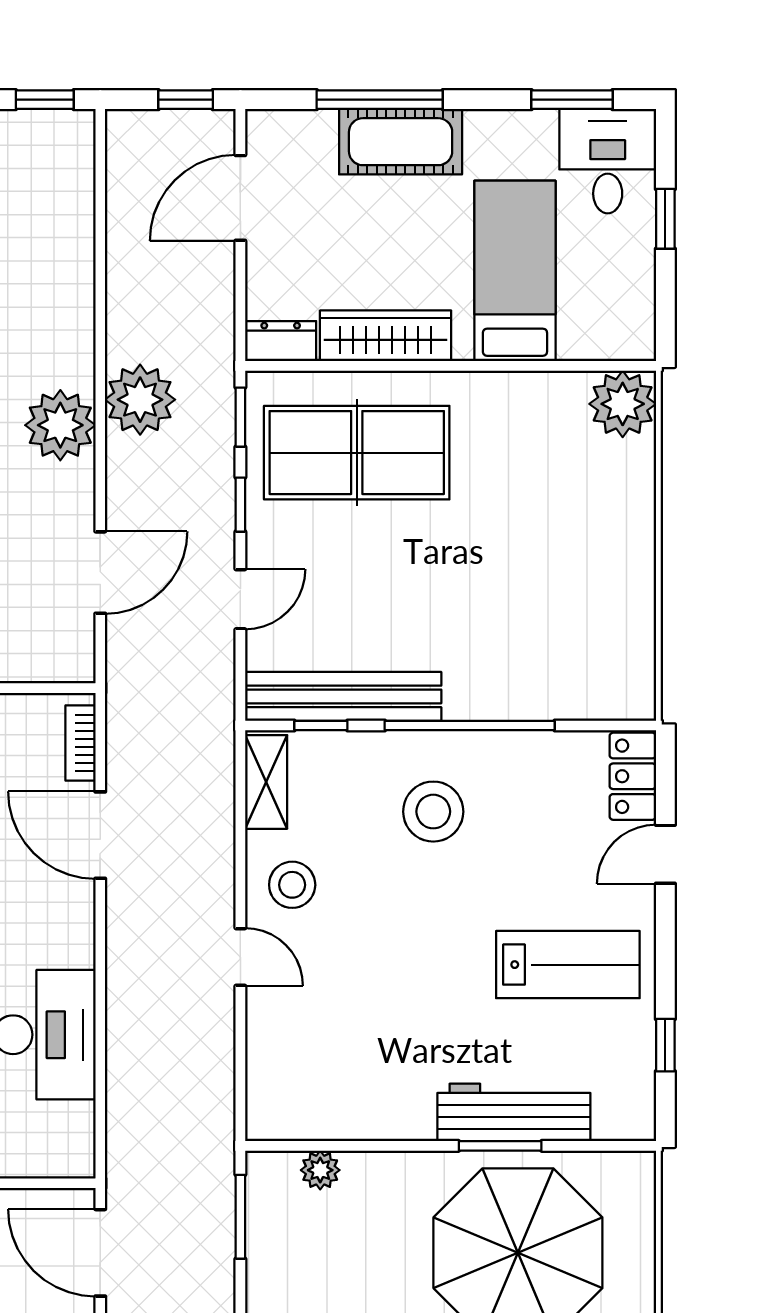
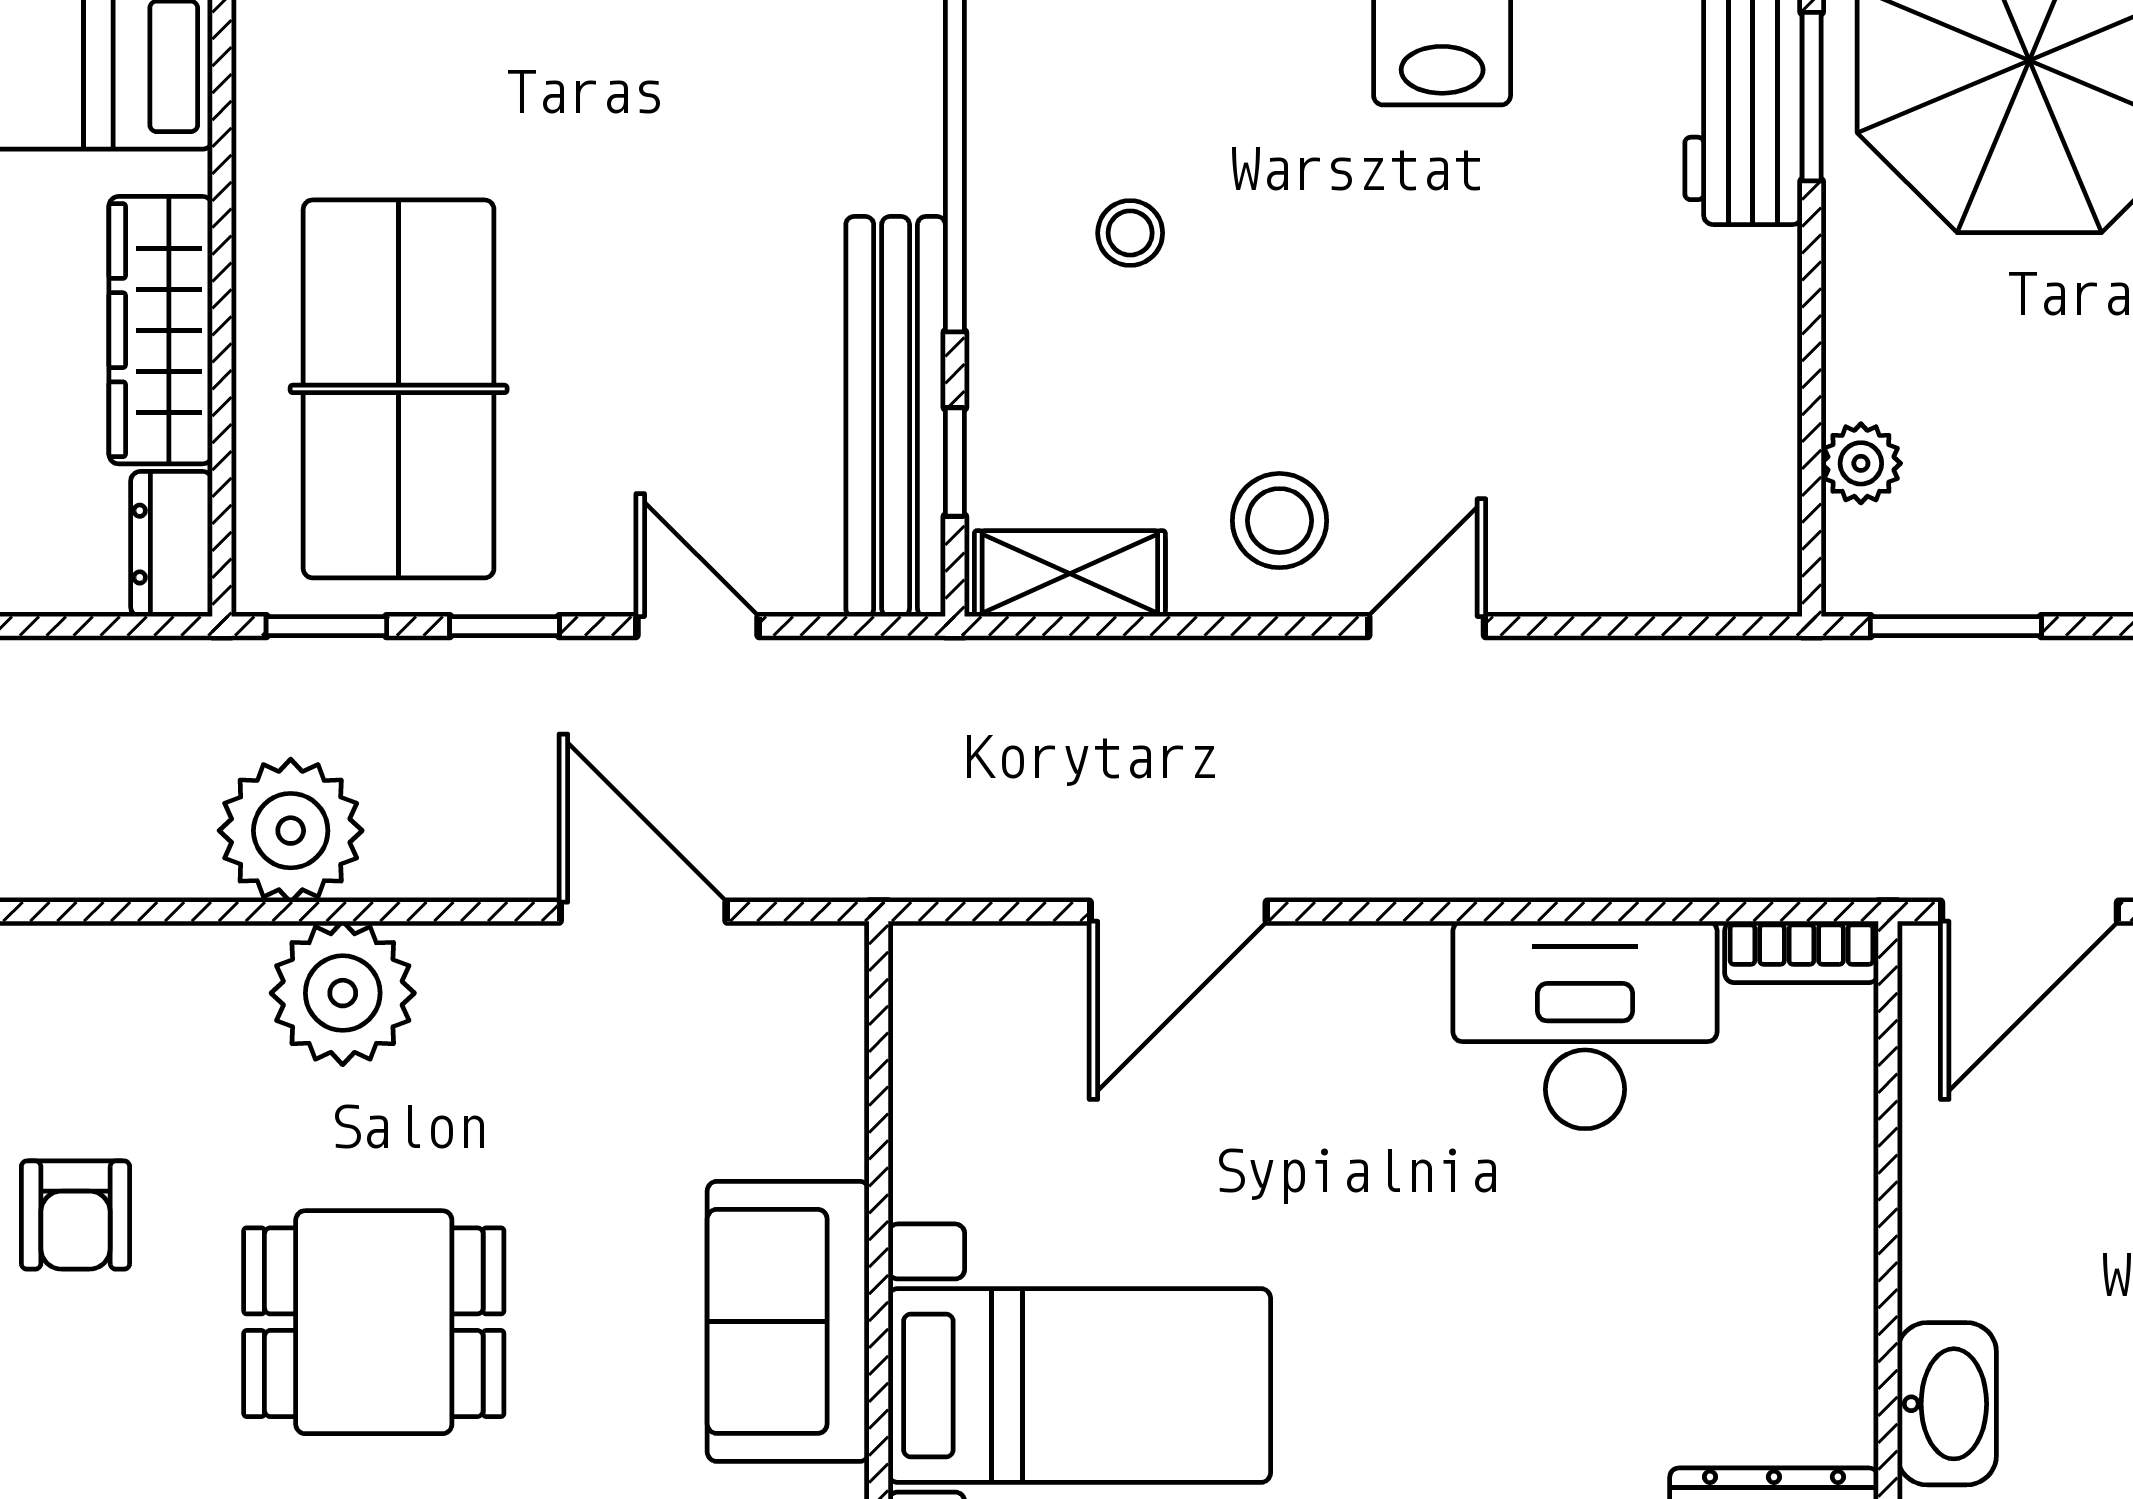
bookcase: (80, 743) -> (1801, 952), moved
stool: (433, 812) -> (1130, 233), width x0.53, depth x0.53

